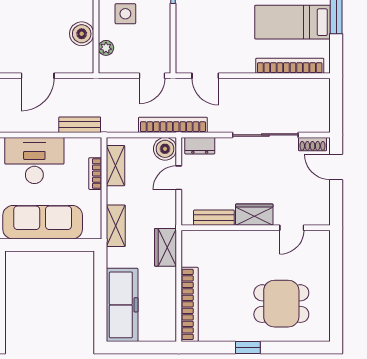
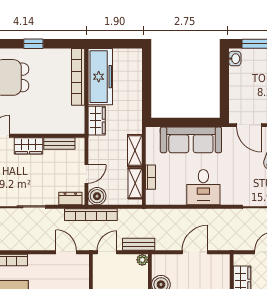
plant: (106, 48) -> (142, 260), moved
bench: (80, 125) -> (139, 244), moved
desk: (34, 161) -> (203, 187), width x0.73
shelving: (116, 226) -> (135, 151), moved
freezer: (122, 305) -> (100, 77), moved, turned 180

